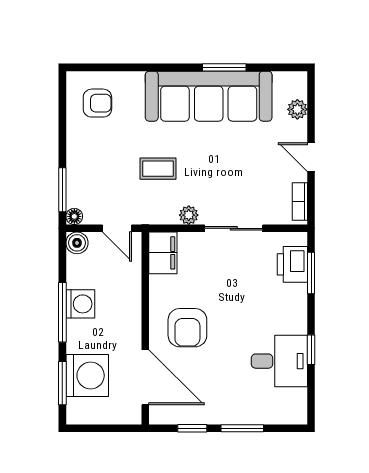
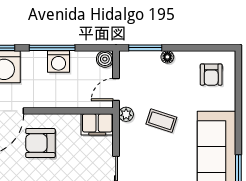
coffee table: (158, 169) -> (161, 121), turned -72
plant: (189, 215) -> (126, 114), moved
floor lamp: (74, 216) -> (167, 57), moved

